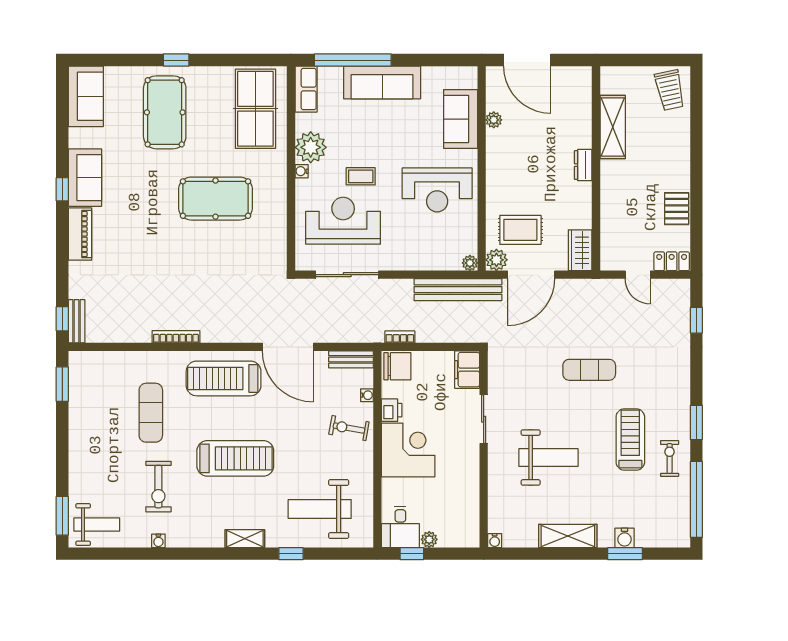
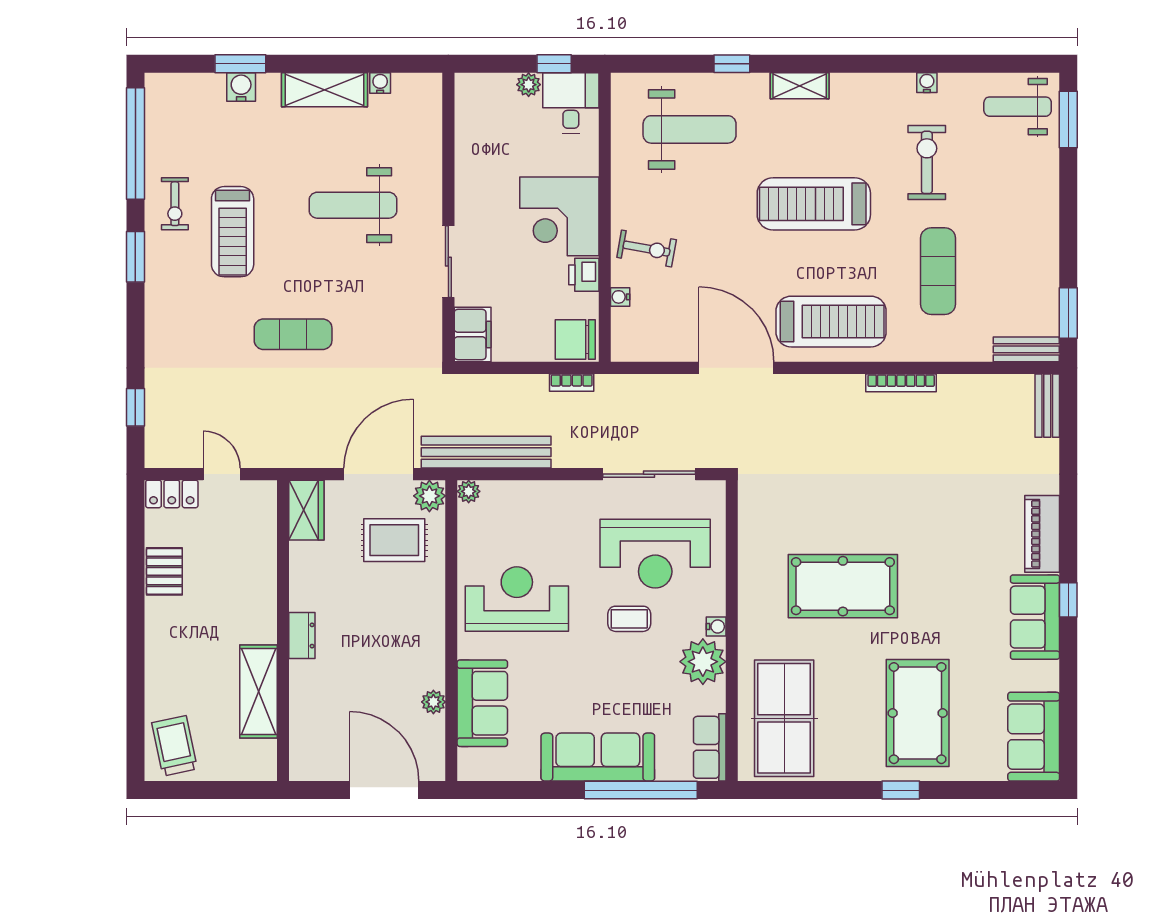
window: (62, 319) -> (1068, 409), removed
bench: (351, 359) -> (1026, 349), moved
water cooler: (495, 541) -> (380, 83), moved

